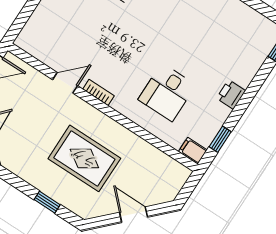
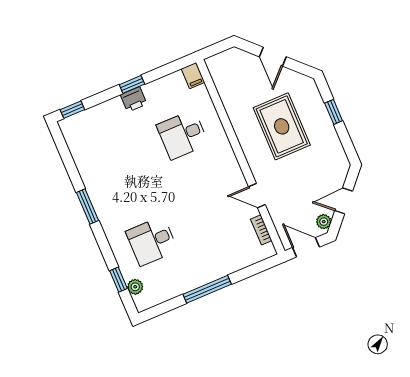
bookcase: (98, 92) -> (261, 230), moved
desk: (167, 92) -> (183, 135), turned 180
window: (220, 139) -> (132, 84), moved

